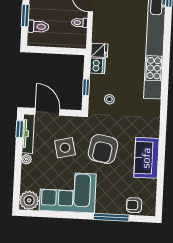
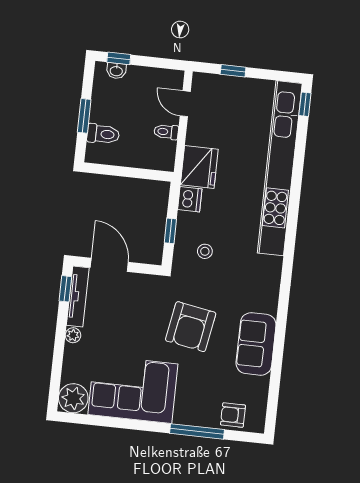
fridge: (99, 50) -> (199, 167), width x1.88, depth x1.34
side table: (65, 148) -> (133, 321), removed

